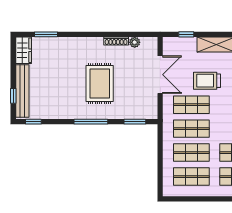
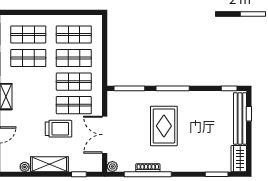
window: (116, 34) -> (148, 174), added
plant: (135, 42) -> (112, 166), moved
window: (135, 122) -> (129, 88), width x1.44

